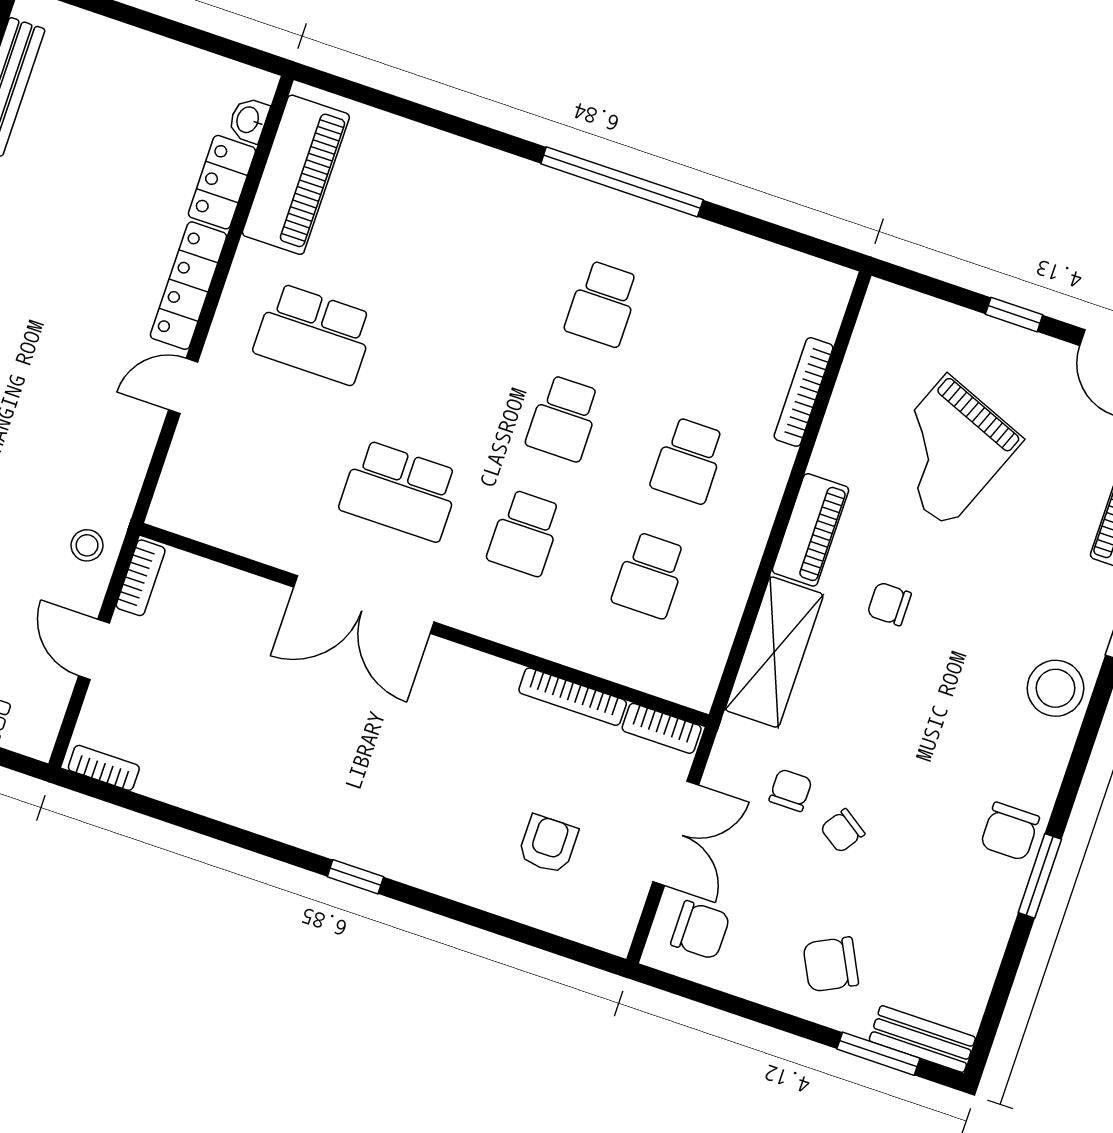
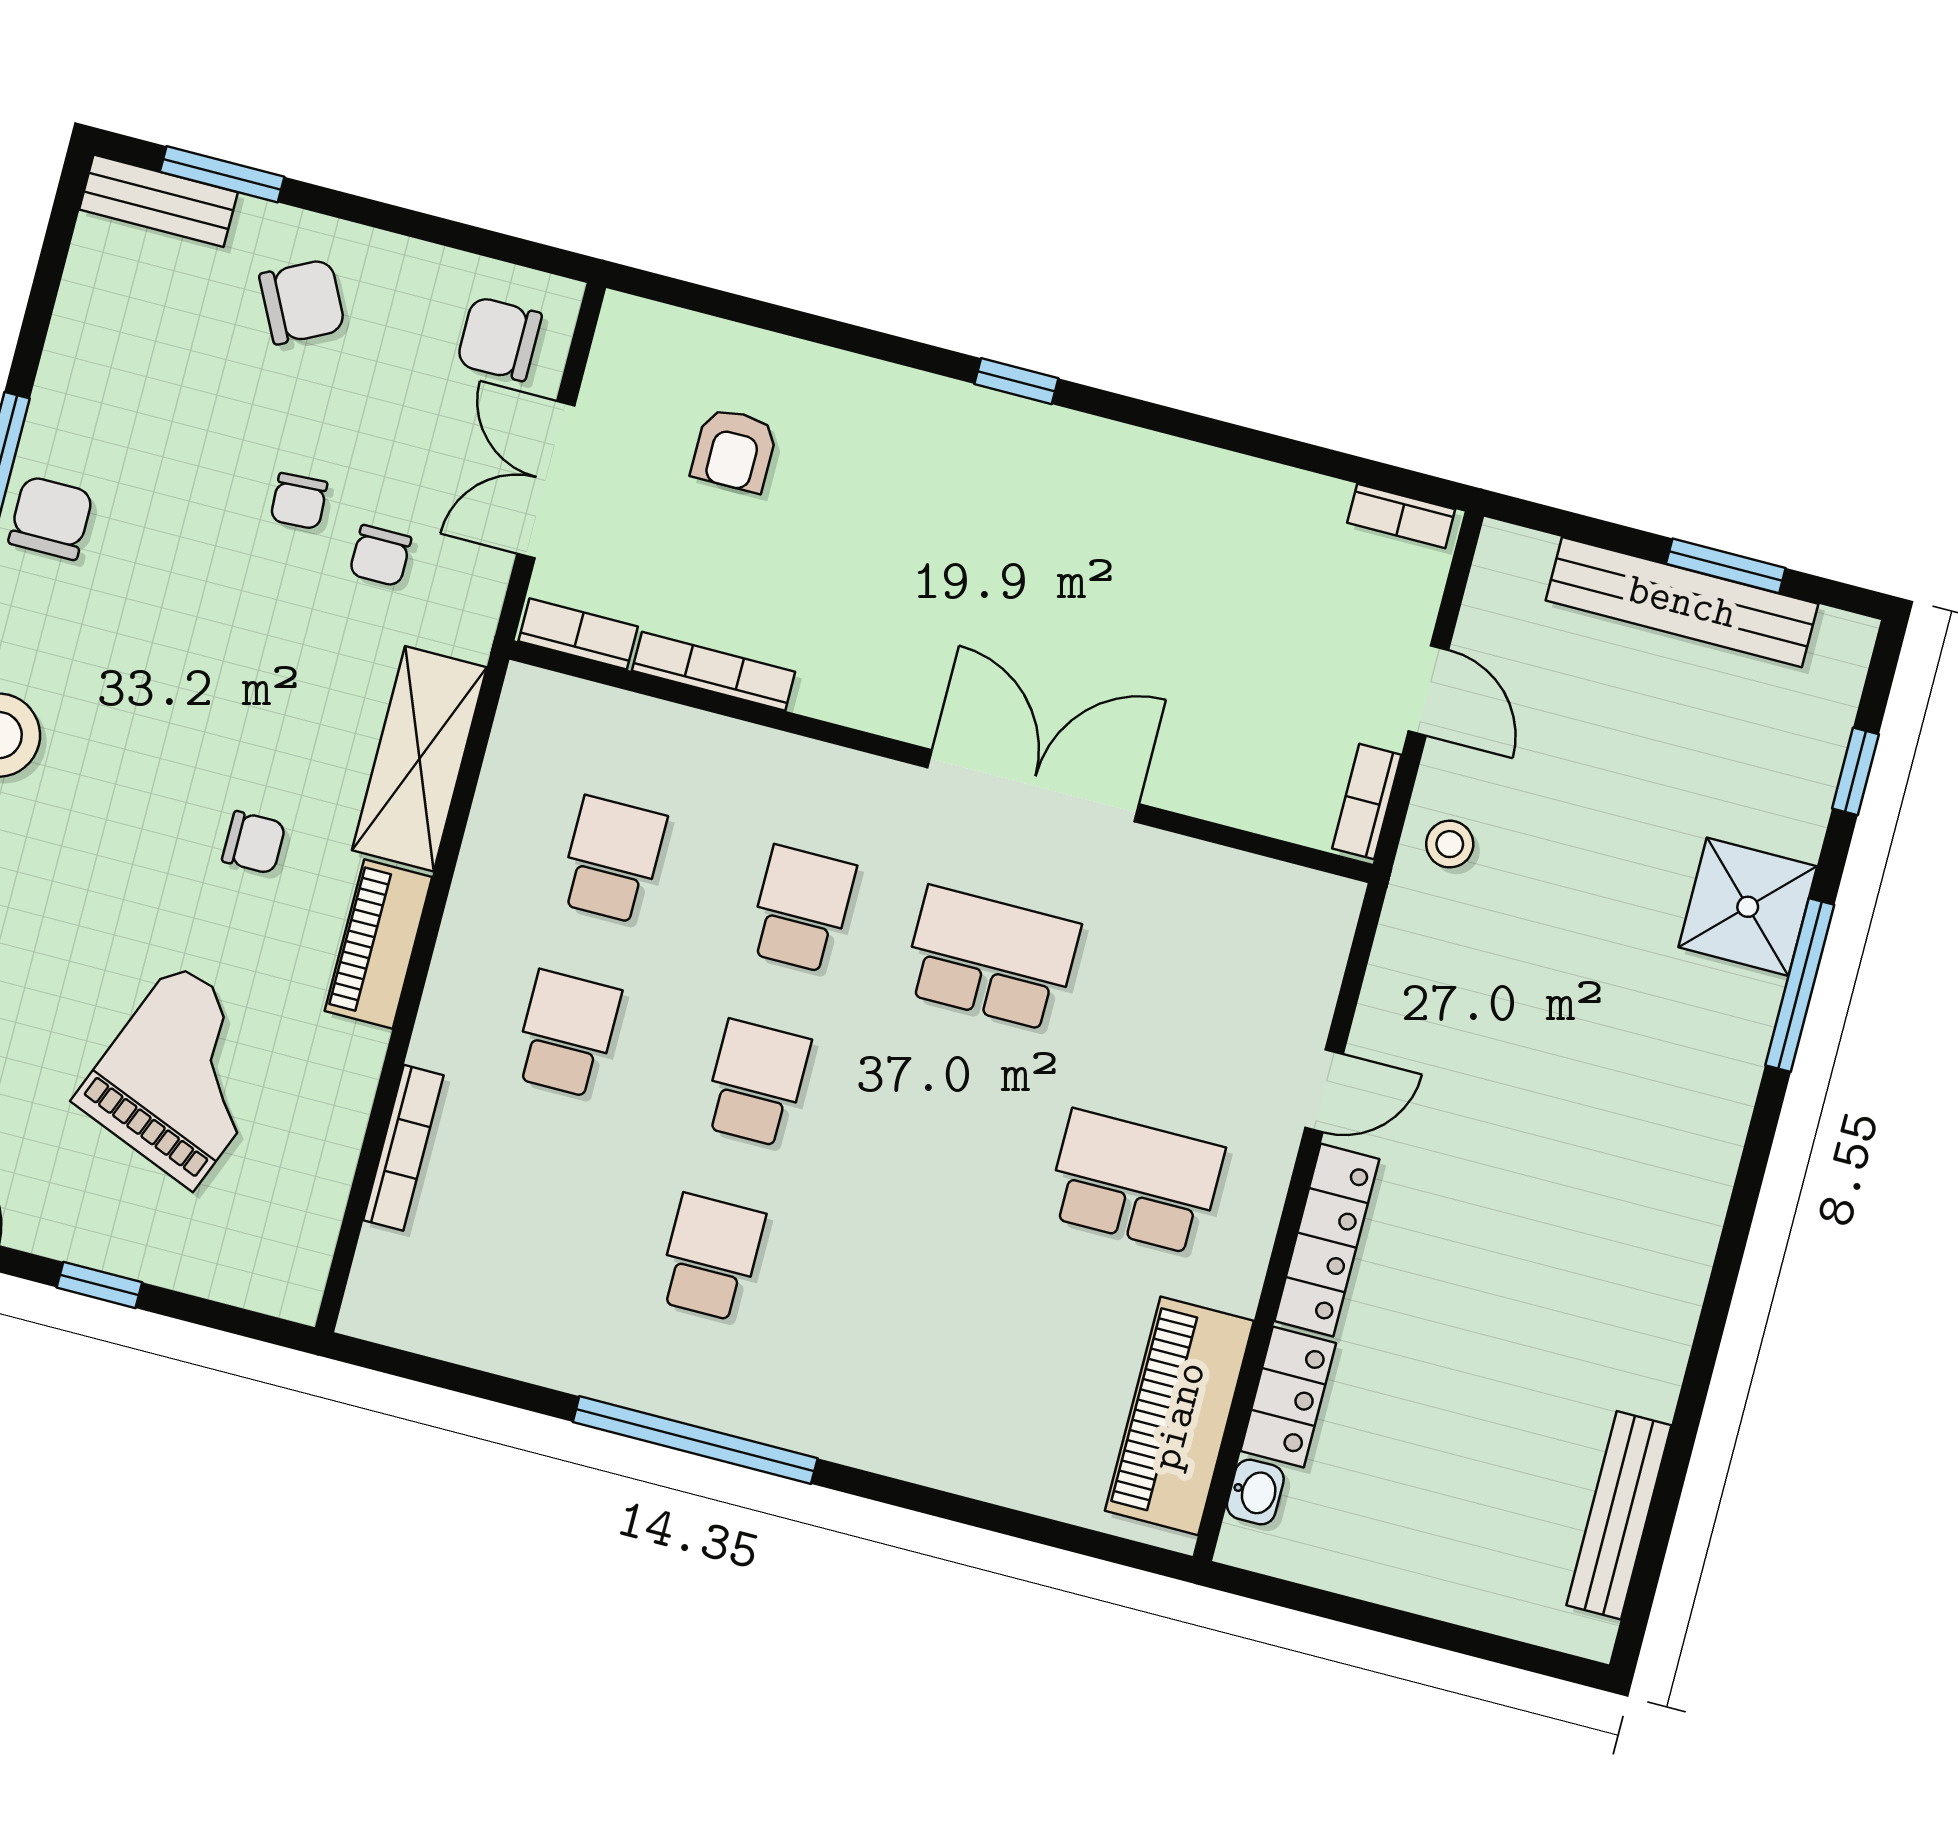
chair: (843, 831) -> (299, 501), turned 143

